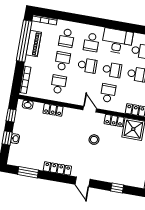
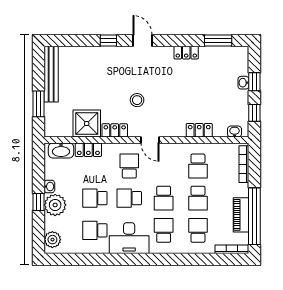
school desk: (87, 65) -> (164, 198), turned -90
school desk: (108, 93) -> (129, 166), turned 180
locker: (57, 168) -> (186, 53), width x0.66
window: (117, 188) -> (108, 41), moved

